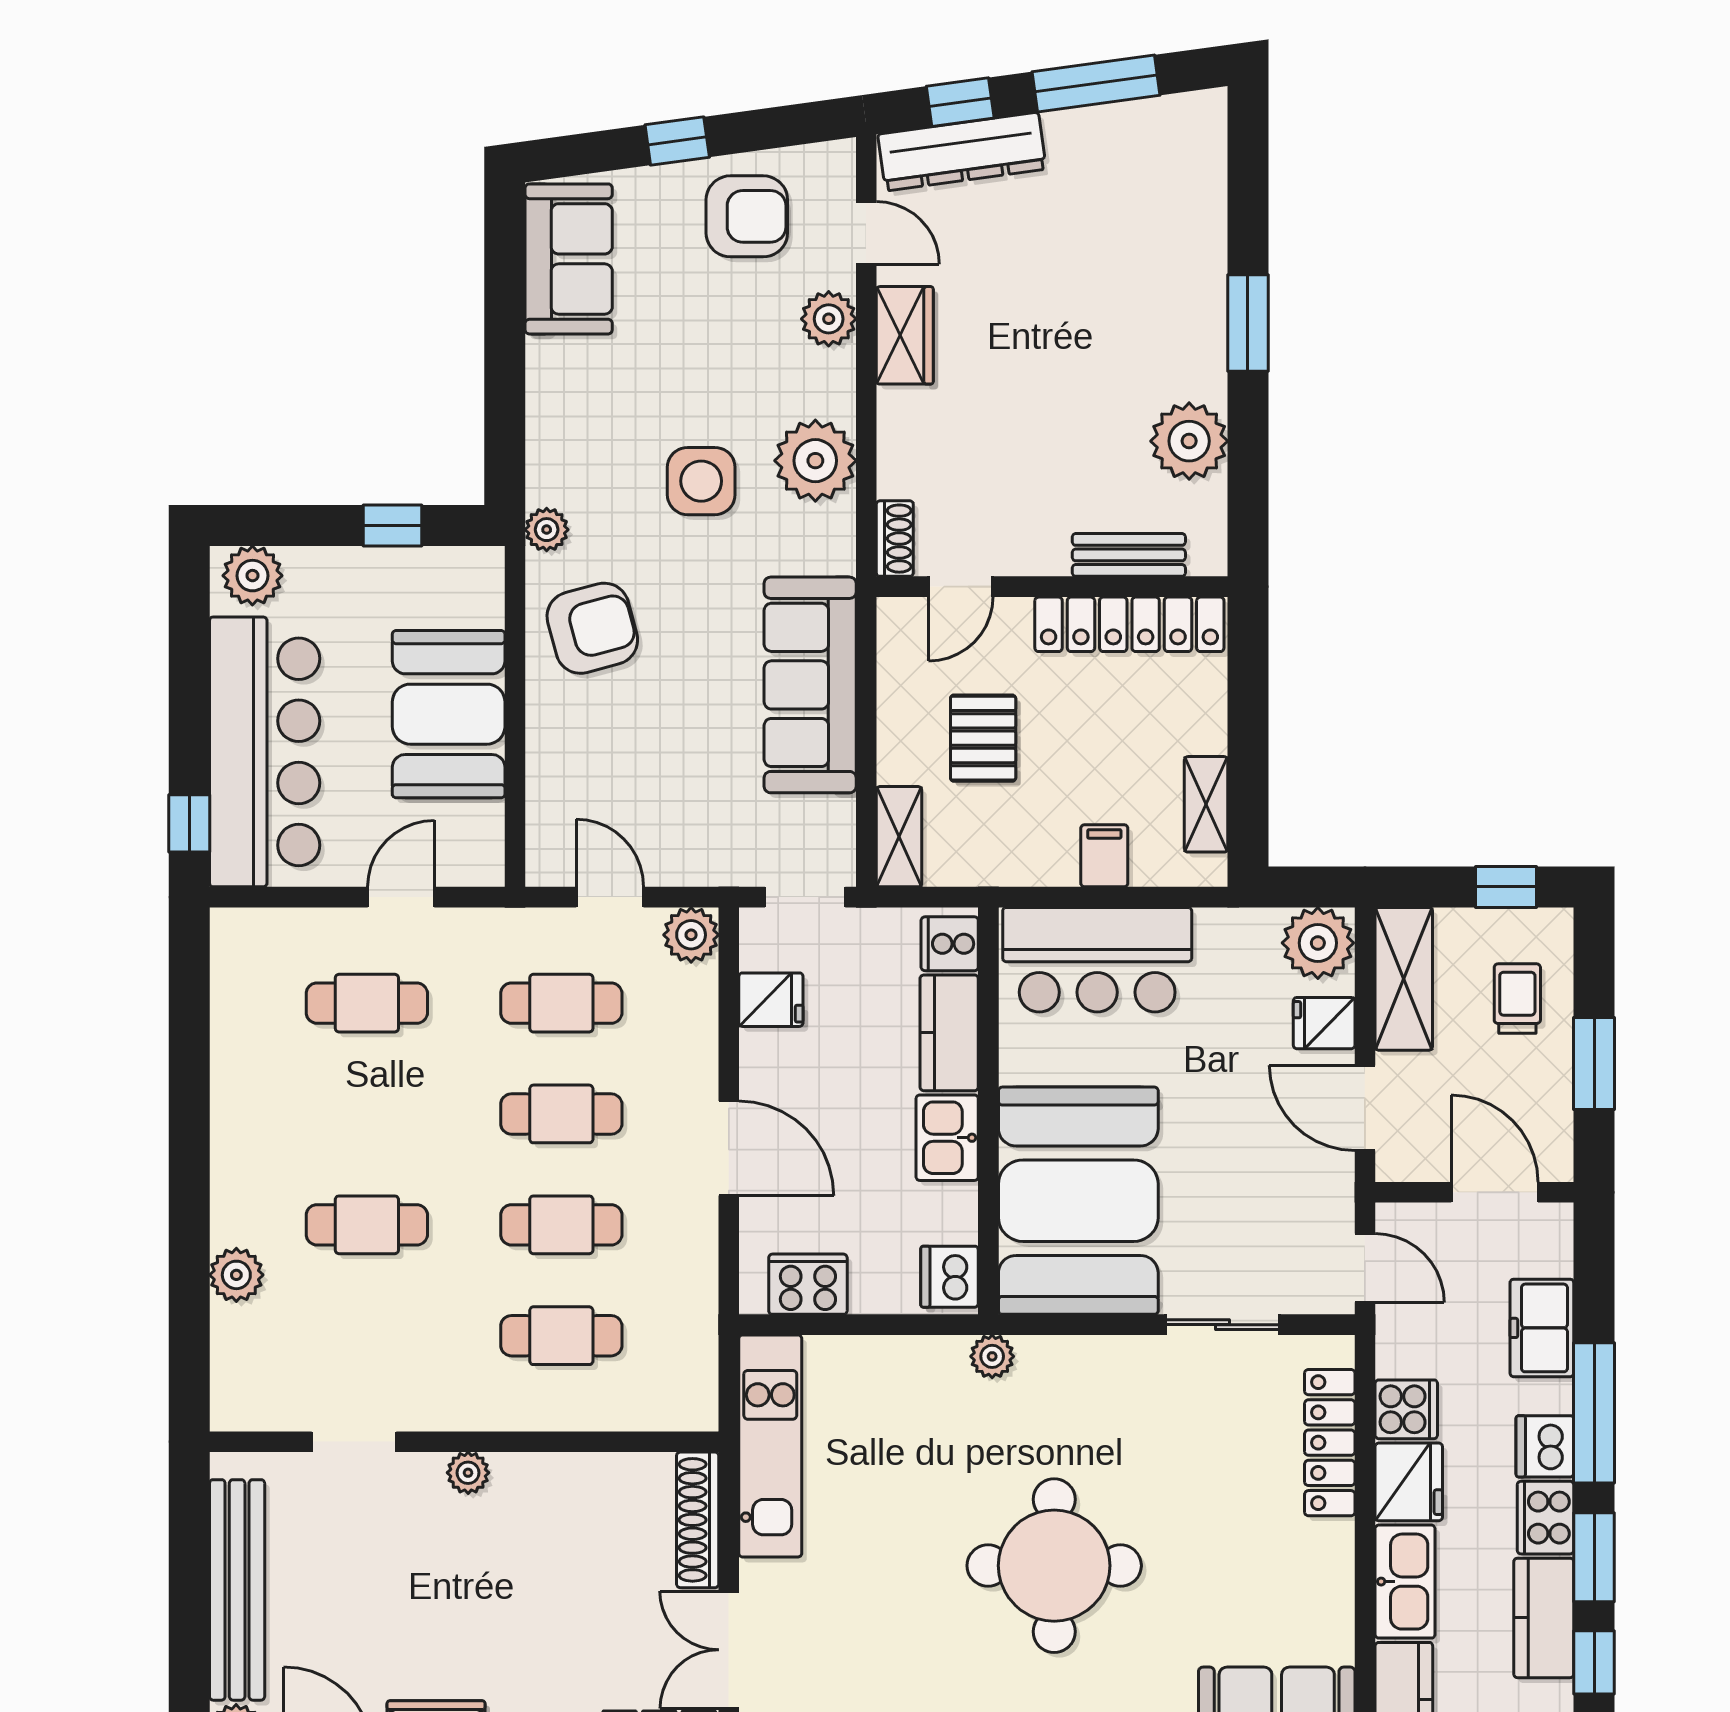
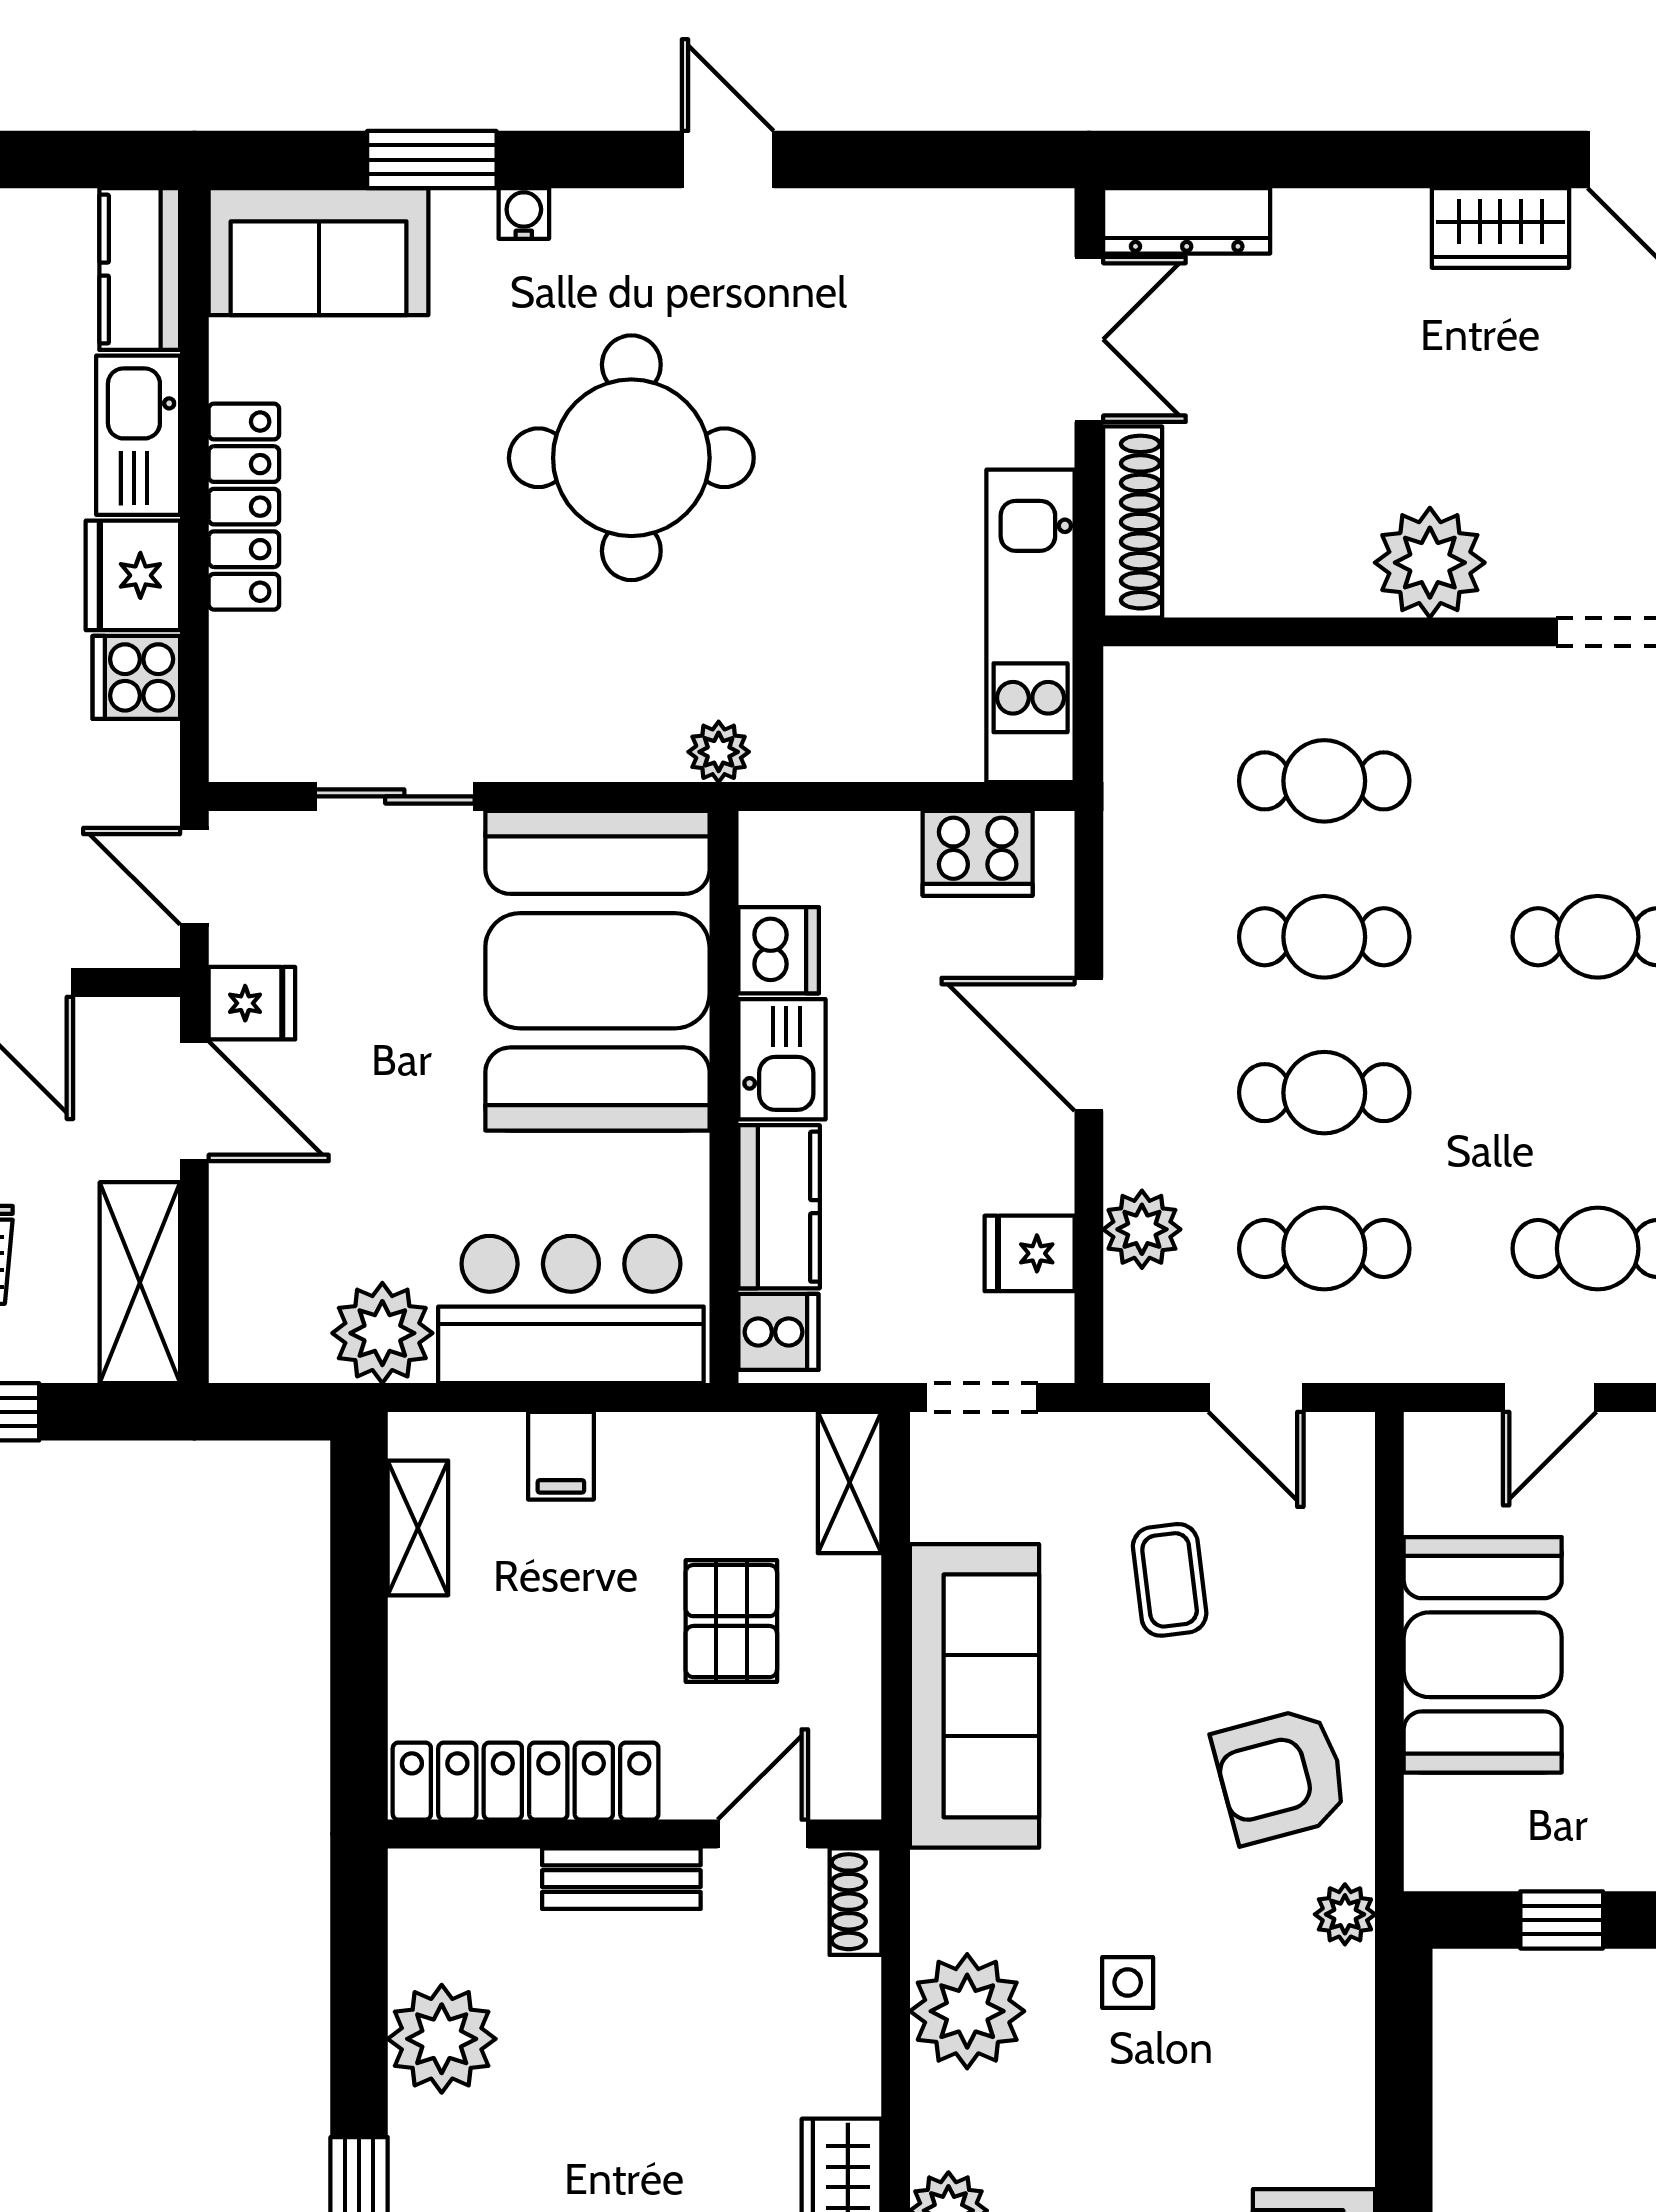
side table: (701, 481) -> (1128, 1982), width x0.54, depth x0.54
bench: (1129, 555) -> (621, 1879), moved
coffee table: (671, 767) -> (1170, 1580), added
plant: (691, 935) -> (1142, 1229), moved
plant: (1318, 943) -> (382, 1333), moved
fridge: (1324, 1023) -> (252, 1003), moved
dishwasher: (949, 1277) -> (779, 950), moved
locker: (1330, 1443) -> (244, 507), moved
plant: (468, 1473) -> (1430, 563), width x1.87, depth x1.87

